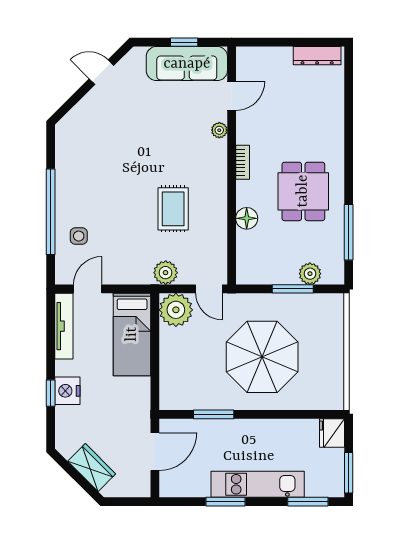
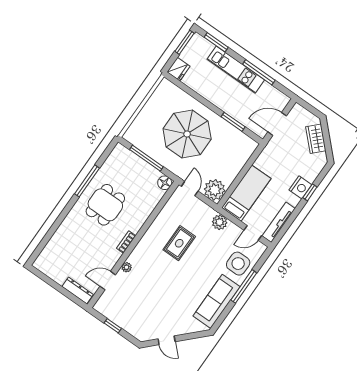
dresser: (317, 56) -> (78, 291), moved
sofa: (187, 64) -> (217, 301), moved, turned -90
window: (51, 212) -> (244, 286), width x0.68
floor lamp: (247, 218) -> (165, 183), moved
window: (349, 232) -> (87, 181), moved
side table: (79, 236) -> (238, 264), width x1.87, depth x1.87
plant: (166, 273) -> (220, 222), moved
plant: (310, 274) -> (132, 160), removed
window: (293, 289) -> (146, 158), width x1.44
window: (226, 502) -> (259, 72), width x1.44

